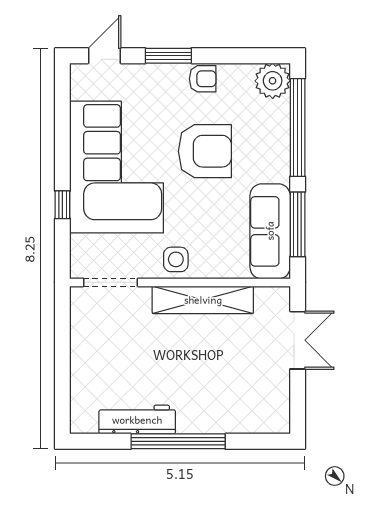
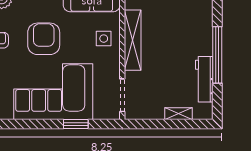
window: (62, 205) -> (76, 124), width x1.50
side table: (176, 259) -> (104, 39), moved
shelving: (80, 376) -> (179, 114), added

